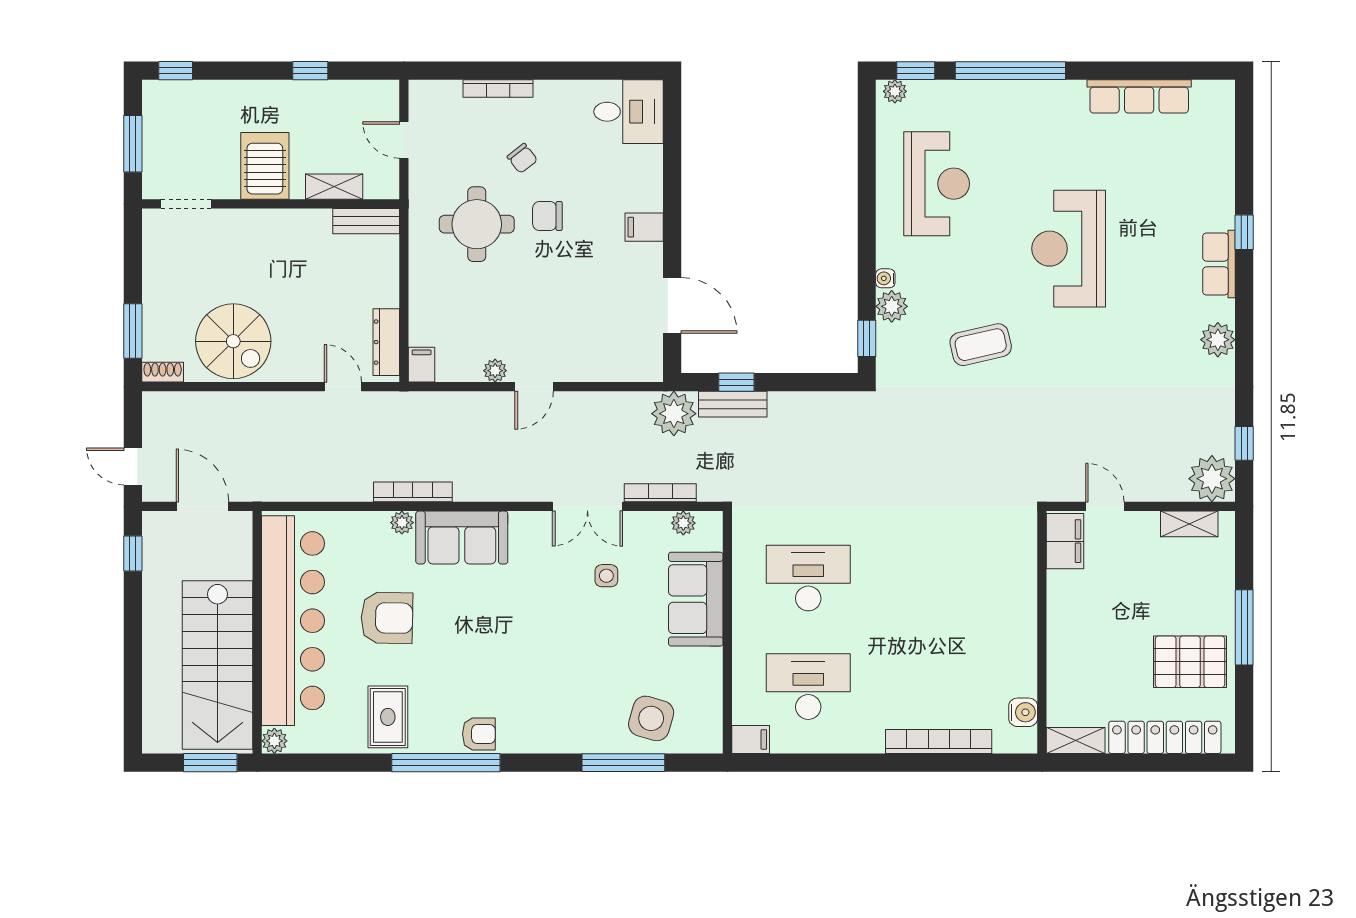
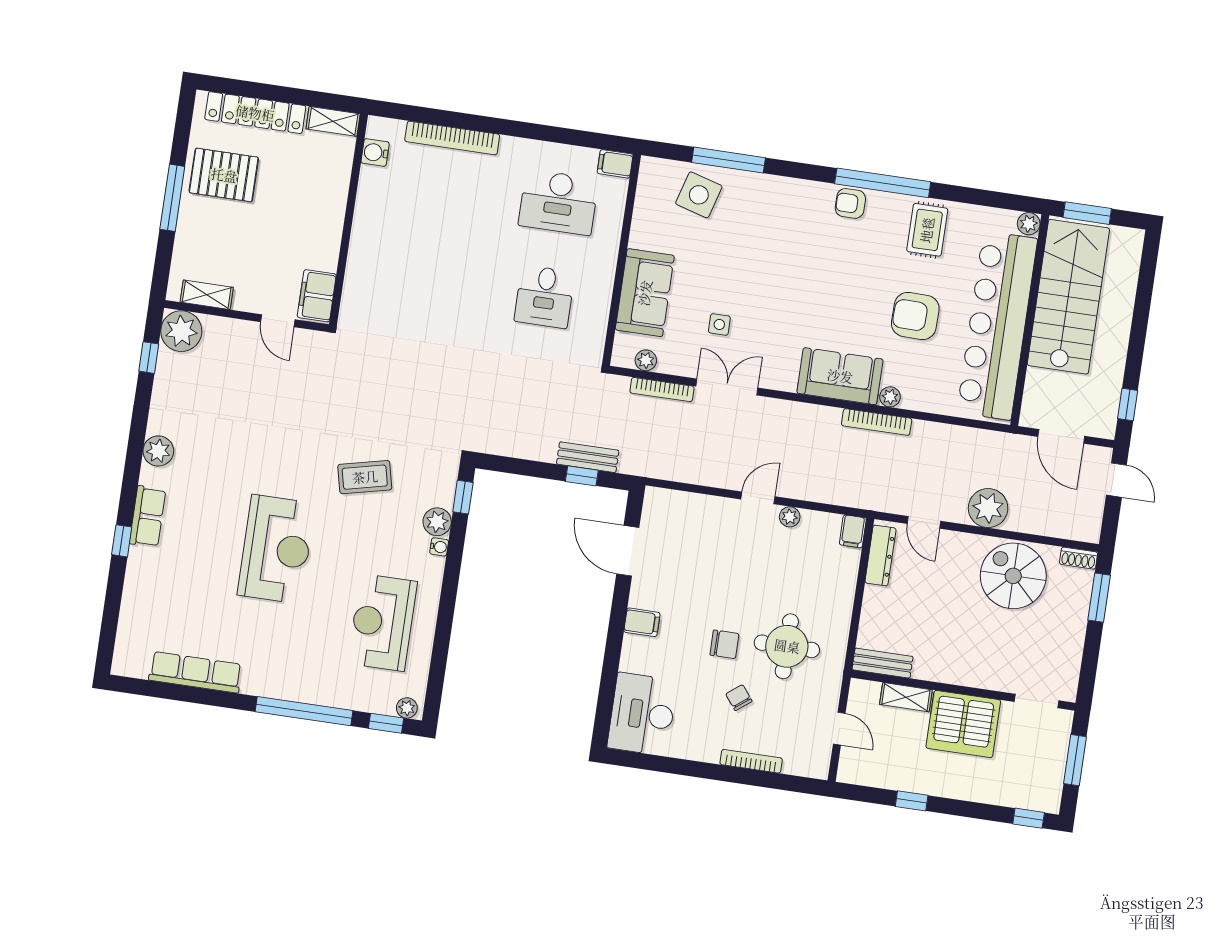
desk: (629, 112) -> (642, 714), width x1.37
server rack: (265, 166) -> (963, 724), width x1.60
plant: (674, 414) -> (988, 508), moved
desk: (808, 578) -> (544, 297), width x0.73

